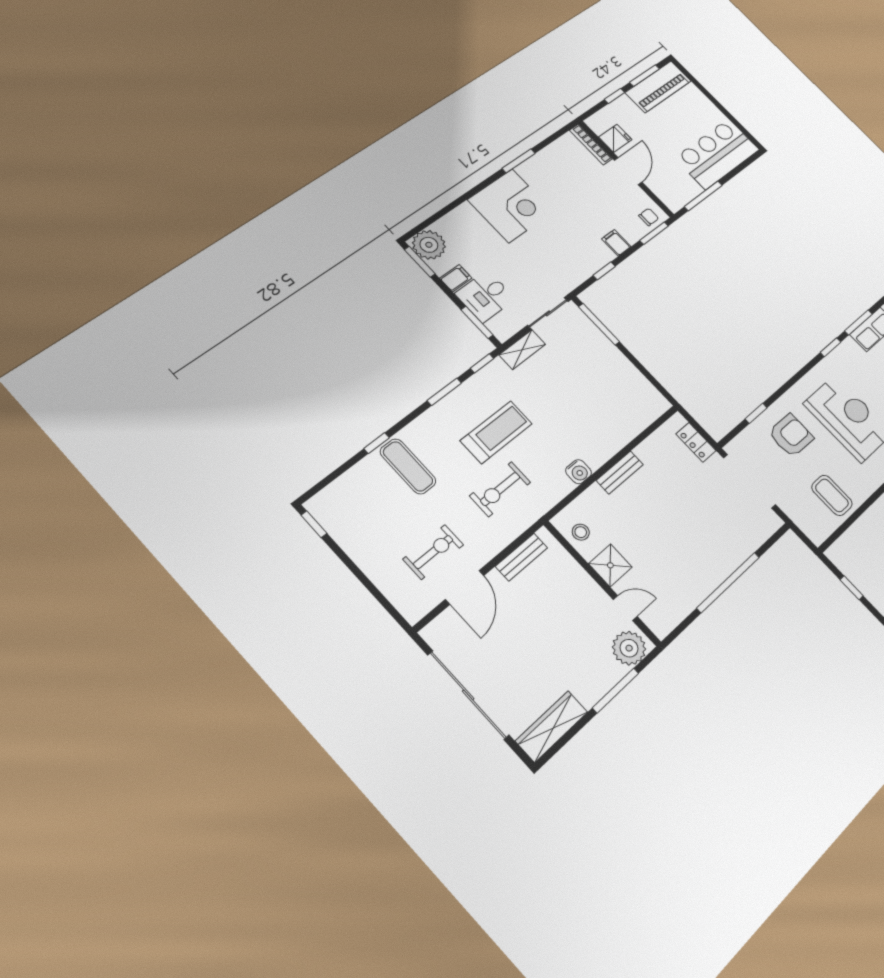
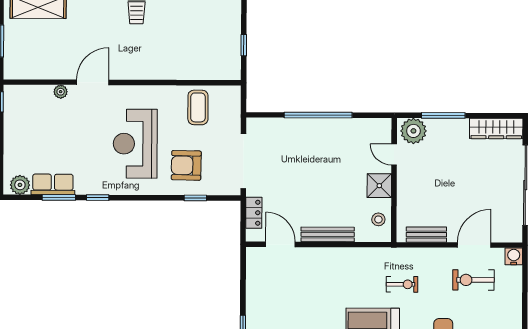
door: (646, 433) -> (280, 244), added
water cooler: (579, 472) -> (514, 256), moved
bench: (620, 472) -> (328, 234), width x1.36
exercise bike: (500, 489) -> (402, 284), width x0.73, depth x0.72

